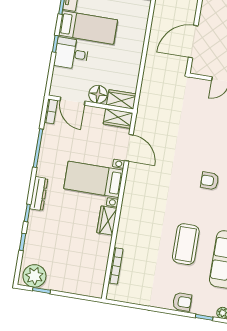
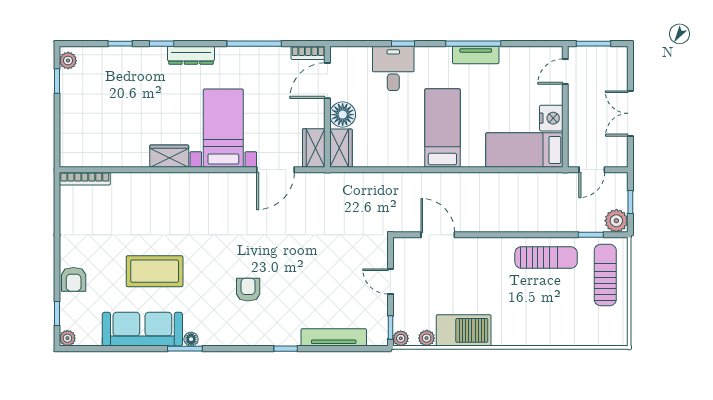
bed: (88, 27) -> (442, 128), moved, turned 180
door: (193, 42) -> (438, 235), width x0.73
bookcase: (116, 266) -> (85, 179), moved
plant: (34, 276) -> (68, 61), width x0.53, depth x0.53

